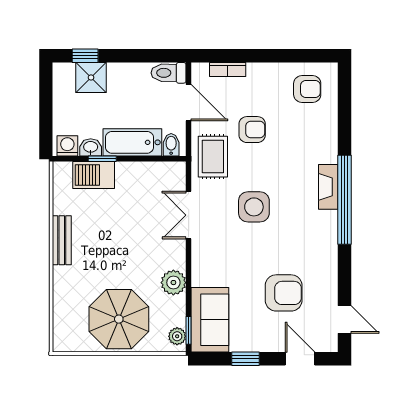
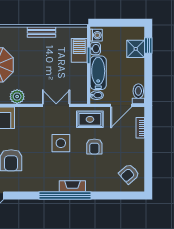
armchair: (307, 89) -> (129, 174), turned 49
armchair: (252, 130) -> (94, 146), moved

